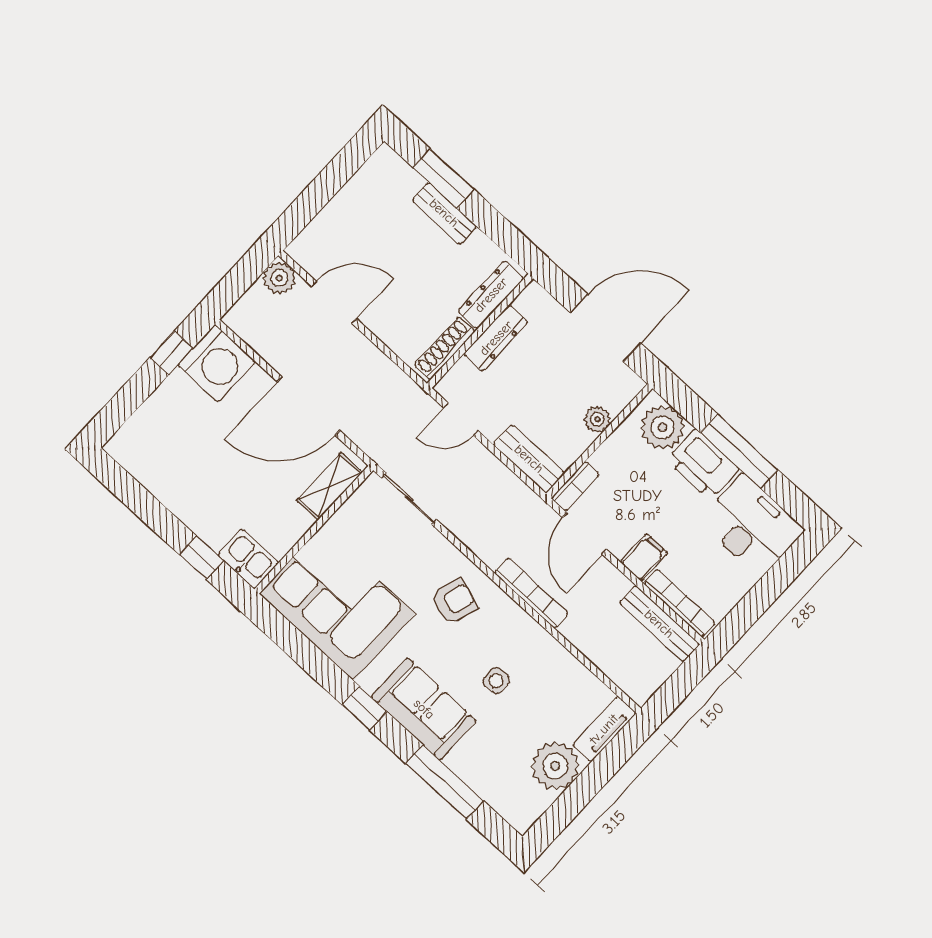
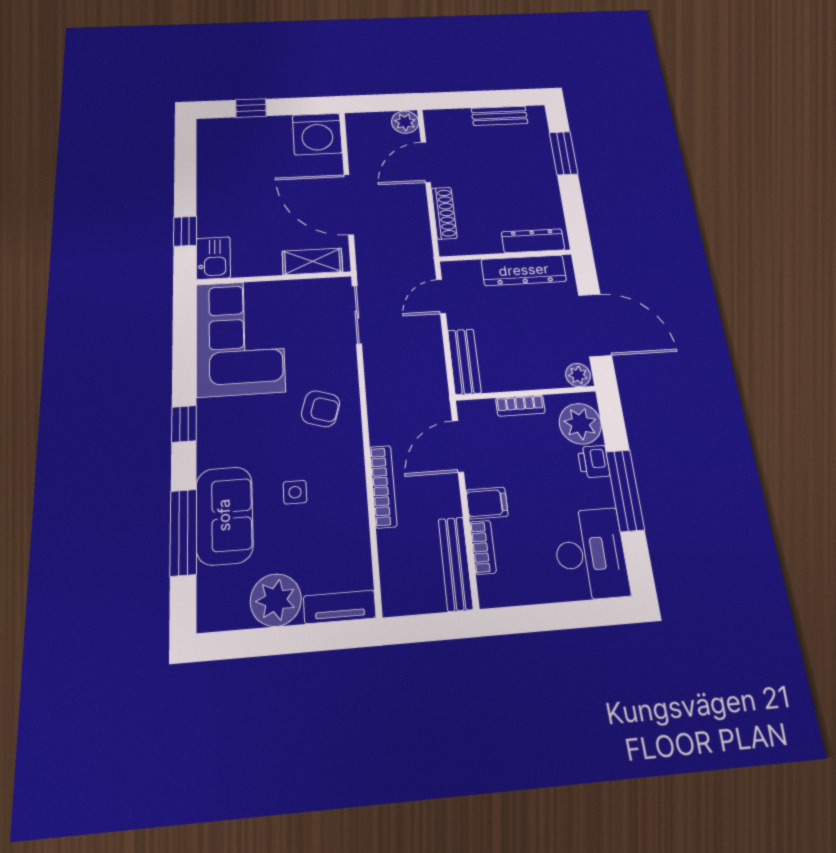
bench: (444, 213) -> (499, 116), moved, turned 90
door: (334, 302) -> (426, 162), swing flipped
dresser: (496, 338) -> (524, 270), width x1.37, depth x1.24
shoe rack: (445, 348) -> (444, 213), moved, turned 90
window: (172, 353) -> (251, 108), moved
door: (461, 419) -> (441, 296), hinge flipped
plant: (597, 419) -> (578, 375), moved
printer: (703, 464) -> (594, 462), width x0.53, depth x0.68
bookcase: (575, 486) -> (520, 406), moved
bookcase: (531, 593) -> (383, 486), moved
bookcase: (680, 603) -> (483, 547), width x0.64
sofa: (424, 709) -> (224, 515), moved

